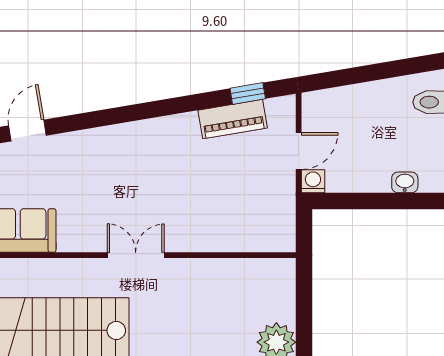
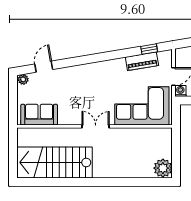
corner sofa: (232, 212) -> (142, 106), added

